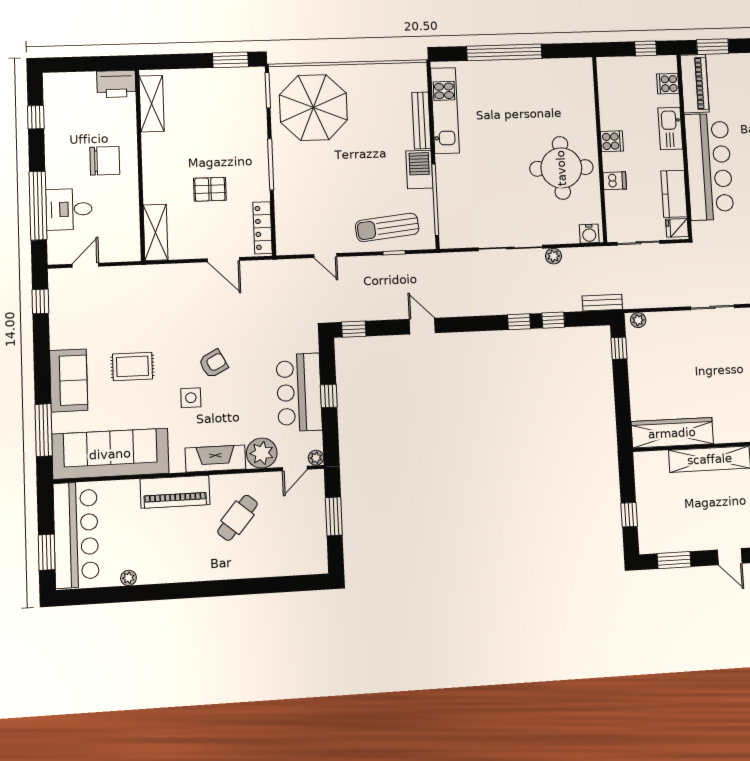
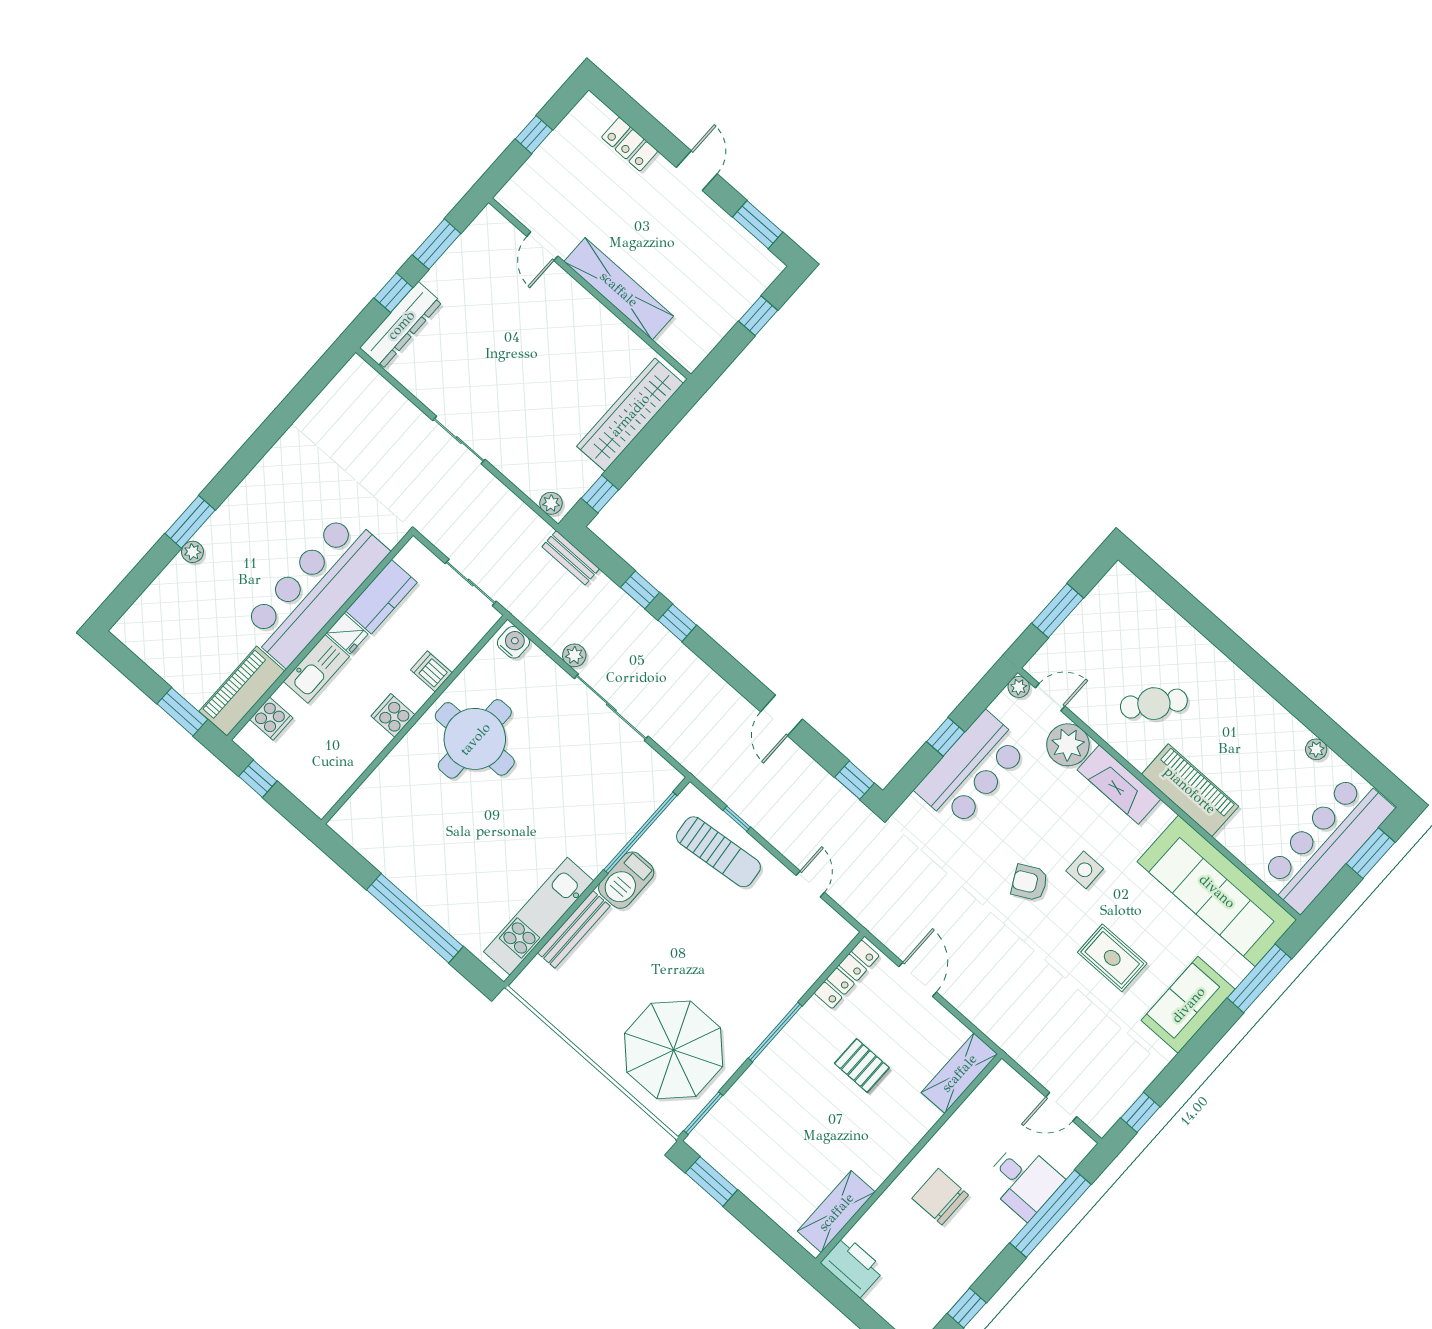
fridge: (677, 228) -> (347, 633), moved
wardrobe: (672, 433) -> (630, 415), moved, turned 90

